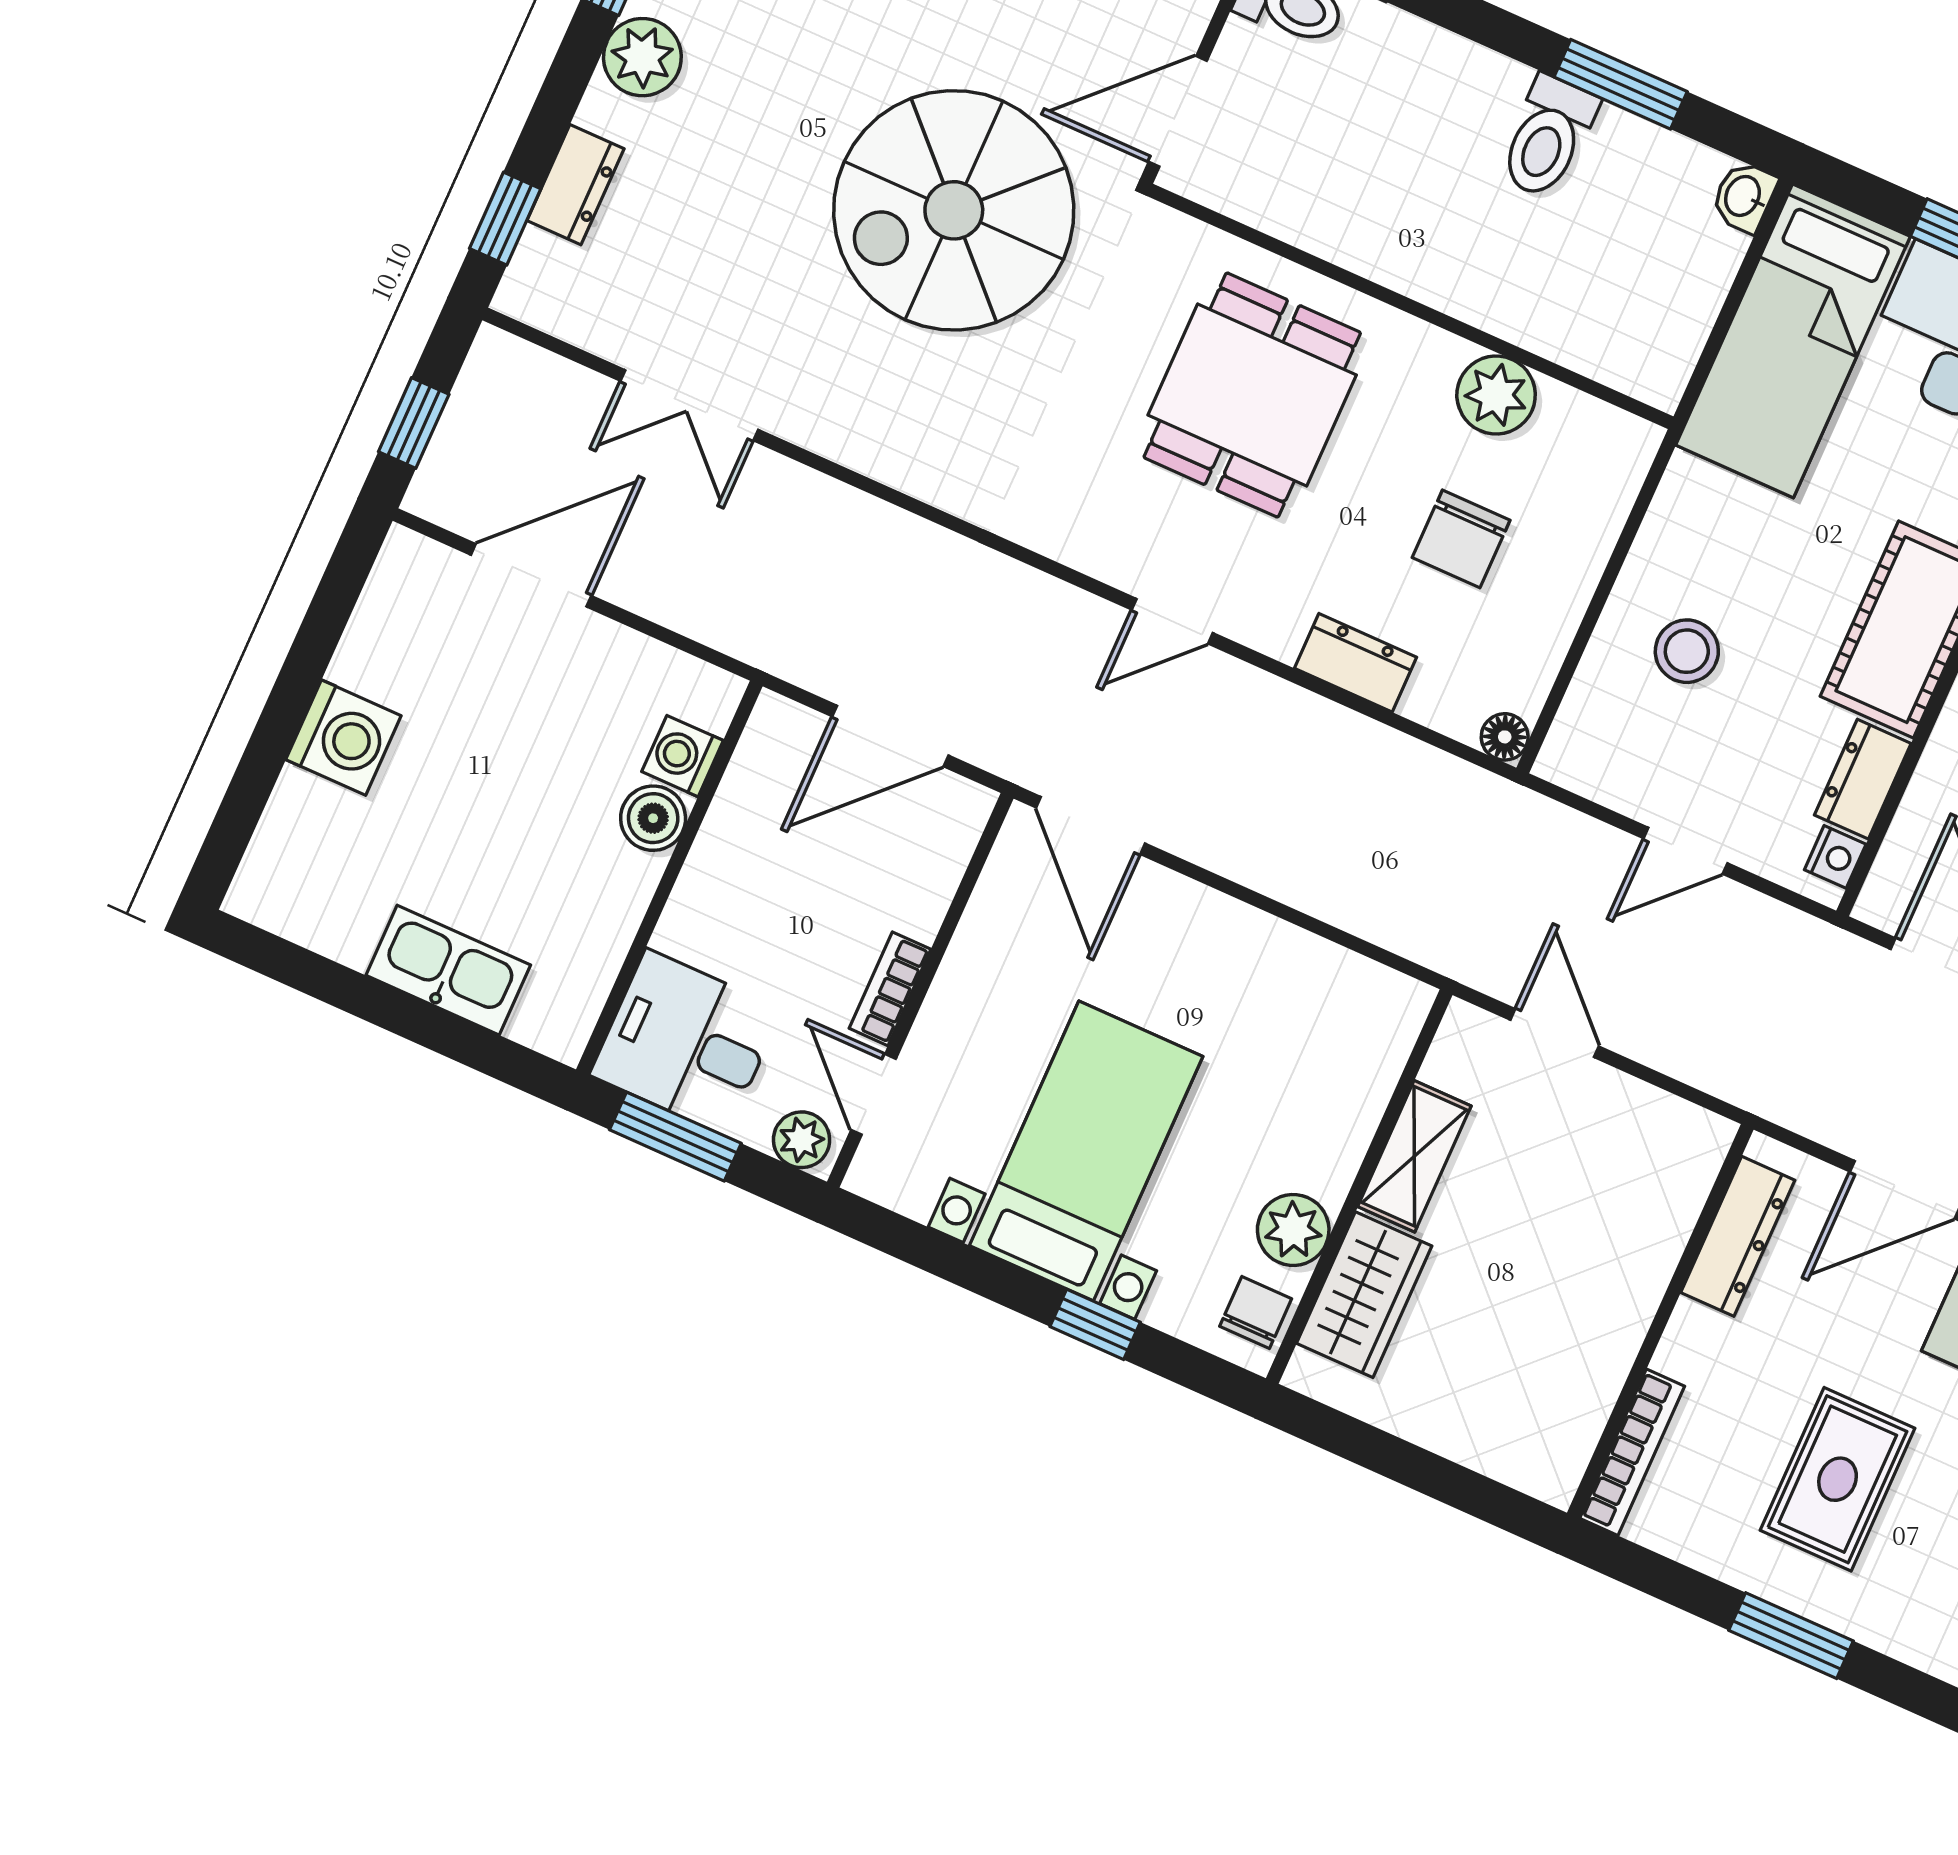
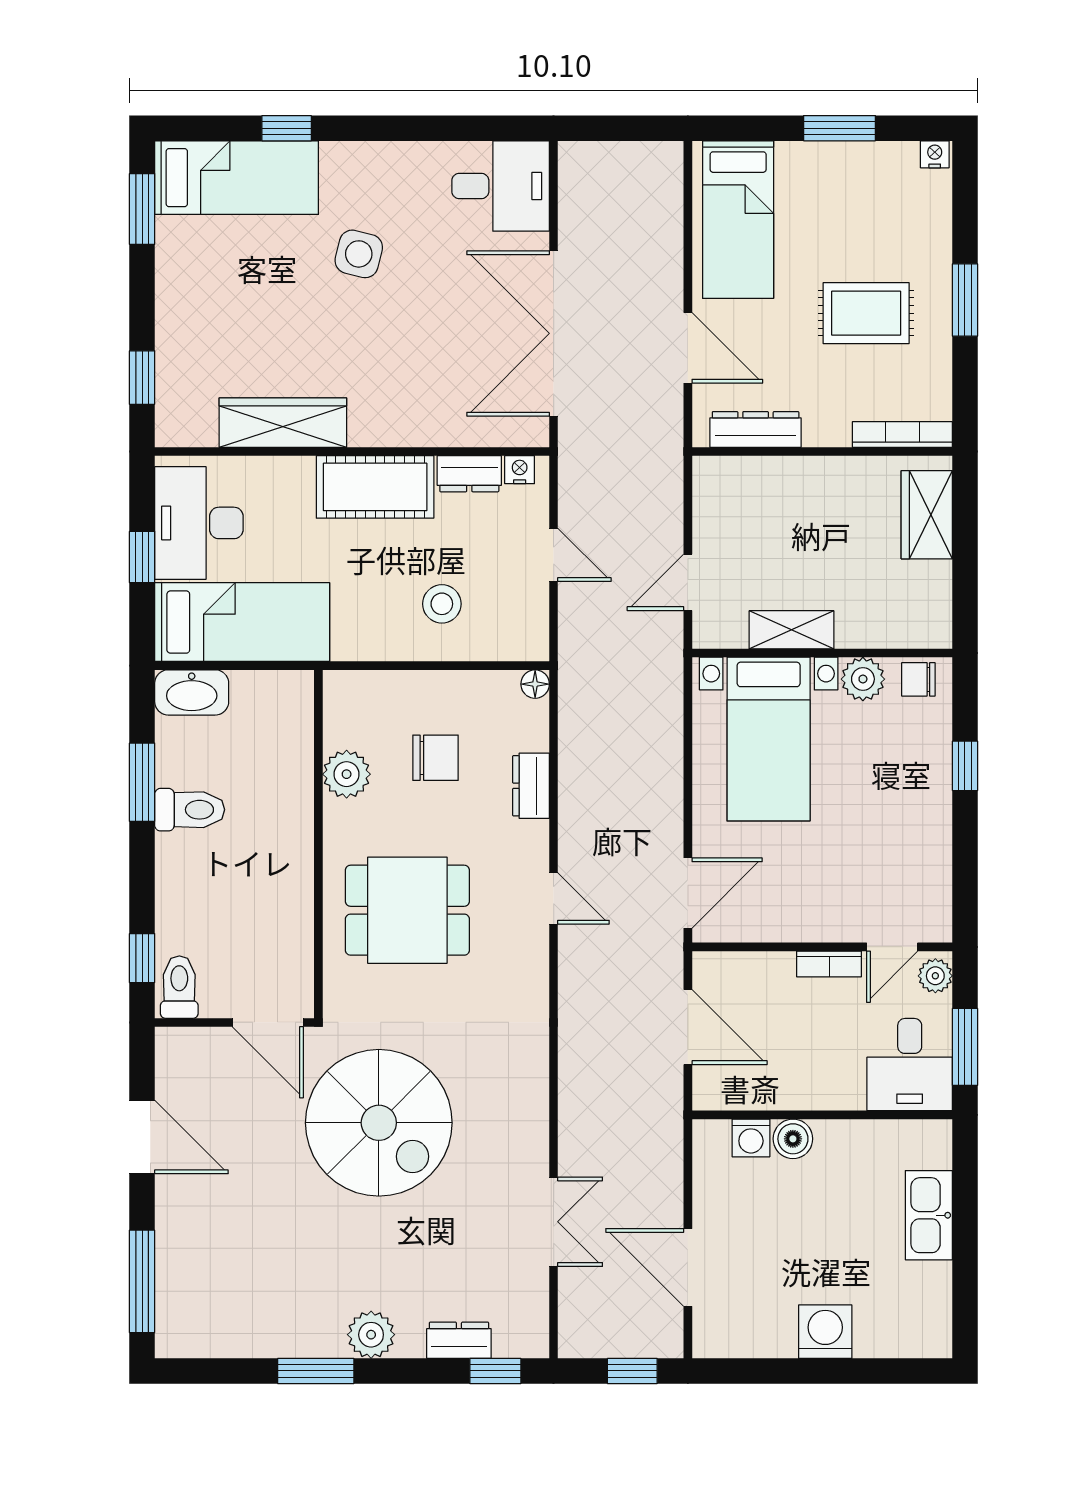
washbasin: (1744, 197) -> (192, 692), width x1.91, depth x1.45
bed with nightstands: (1086, 1151) -> (769, 739), moved, turned -90
wardrobe: (1364, 1295) -> (927, 515), moved, turned -90

